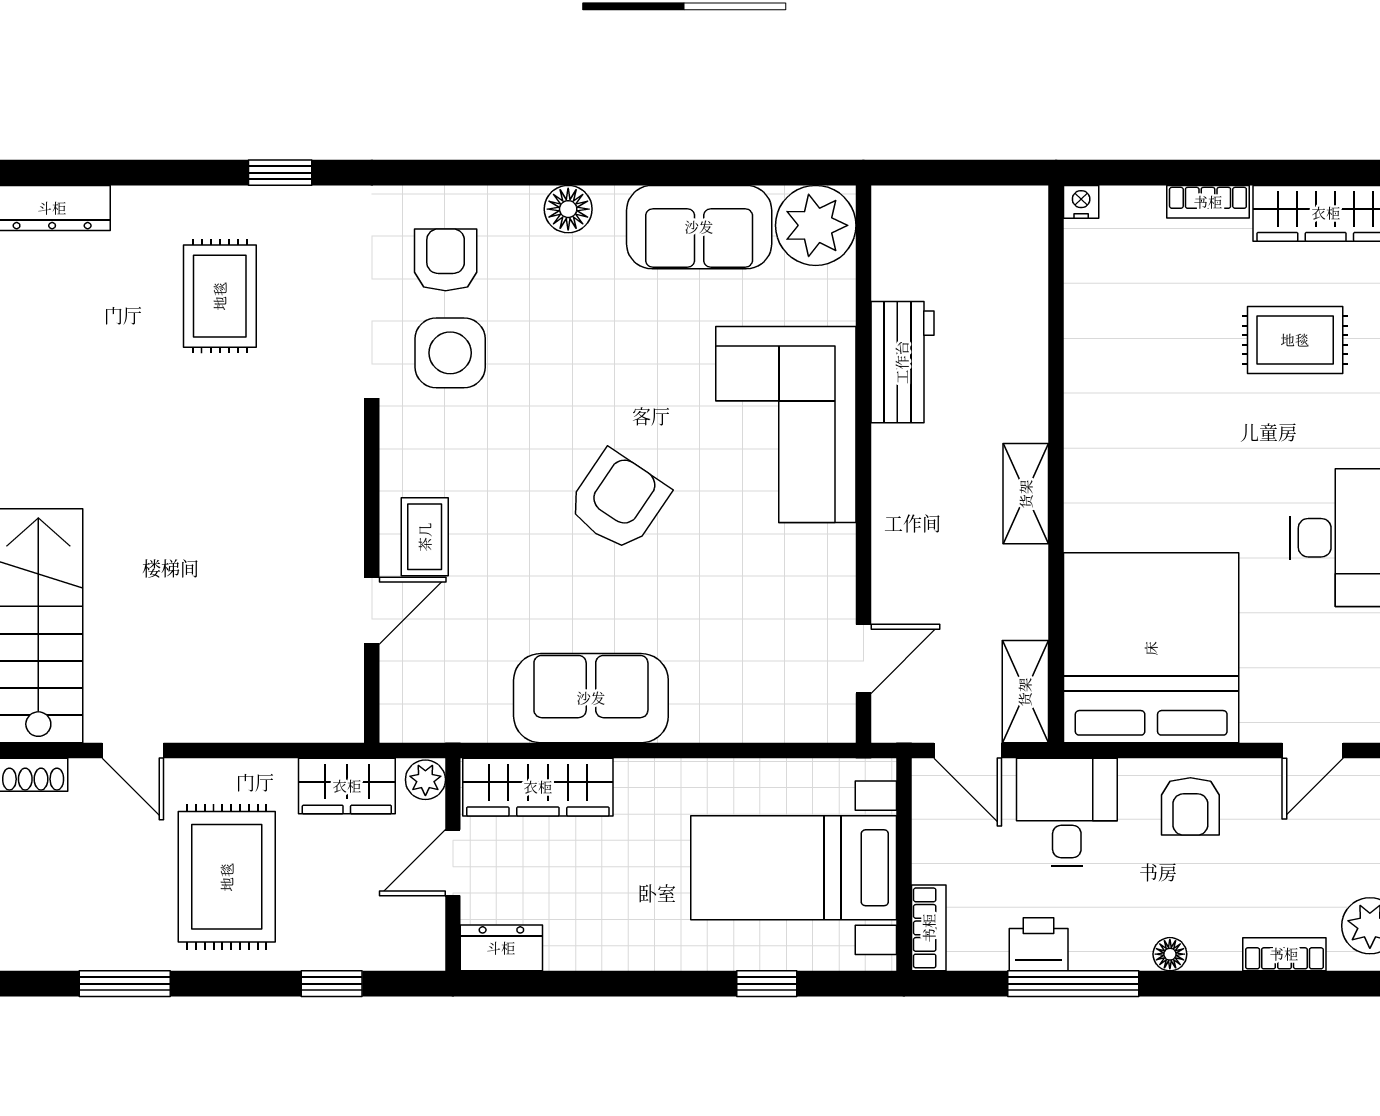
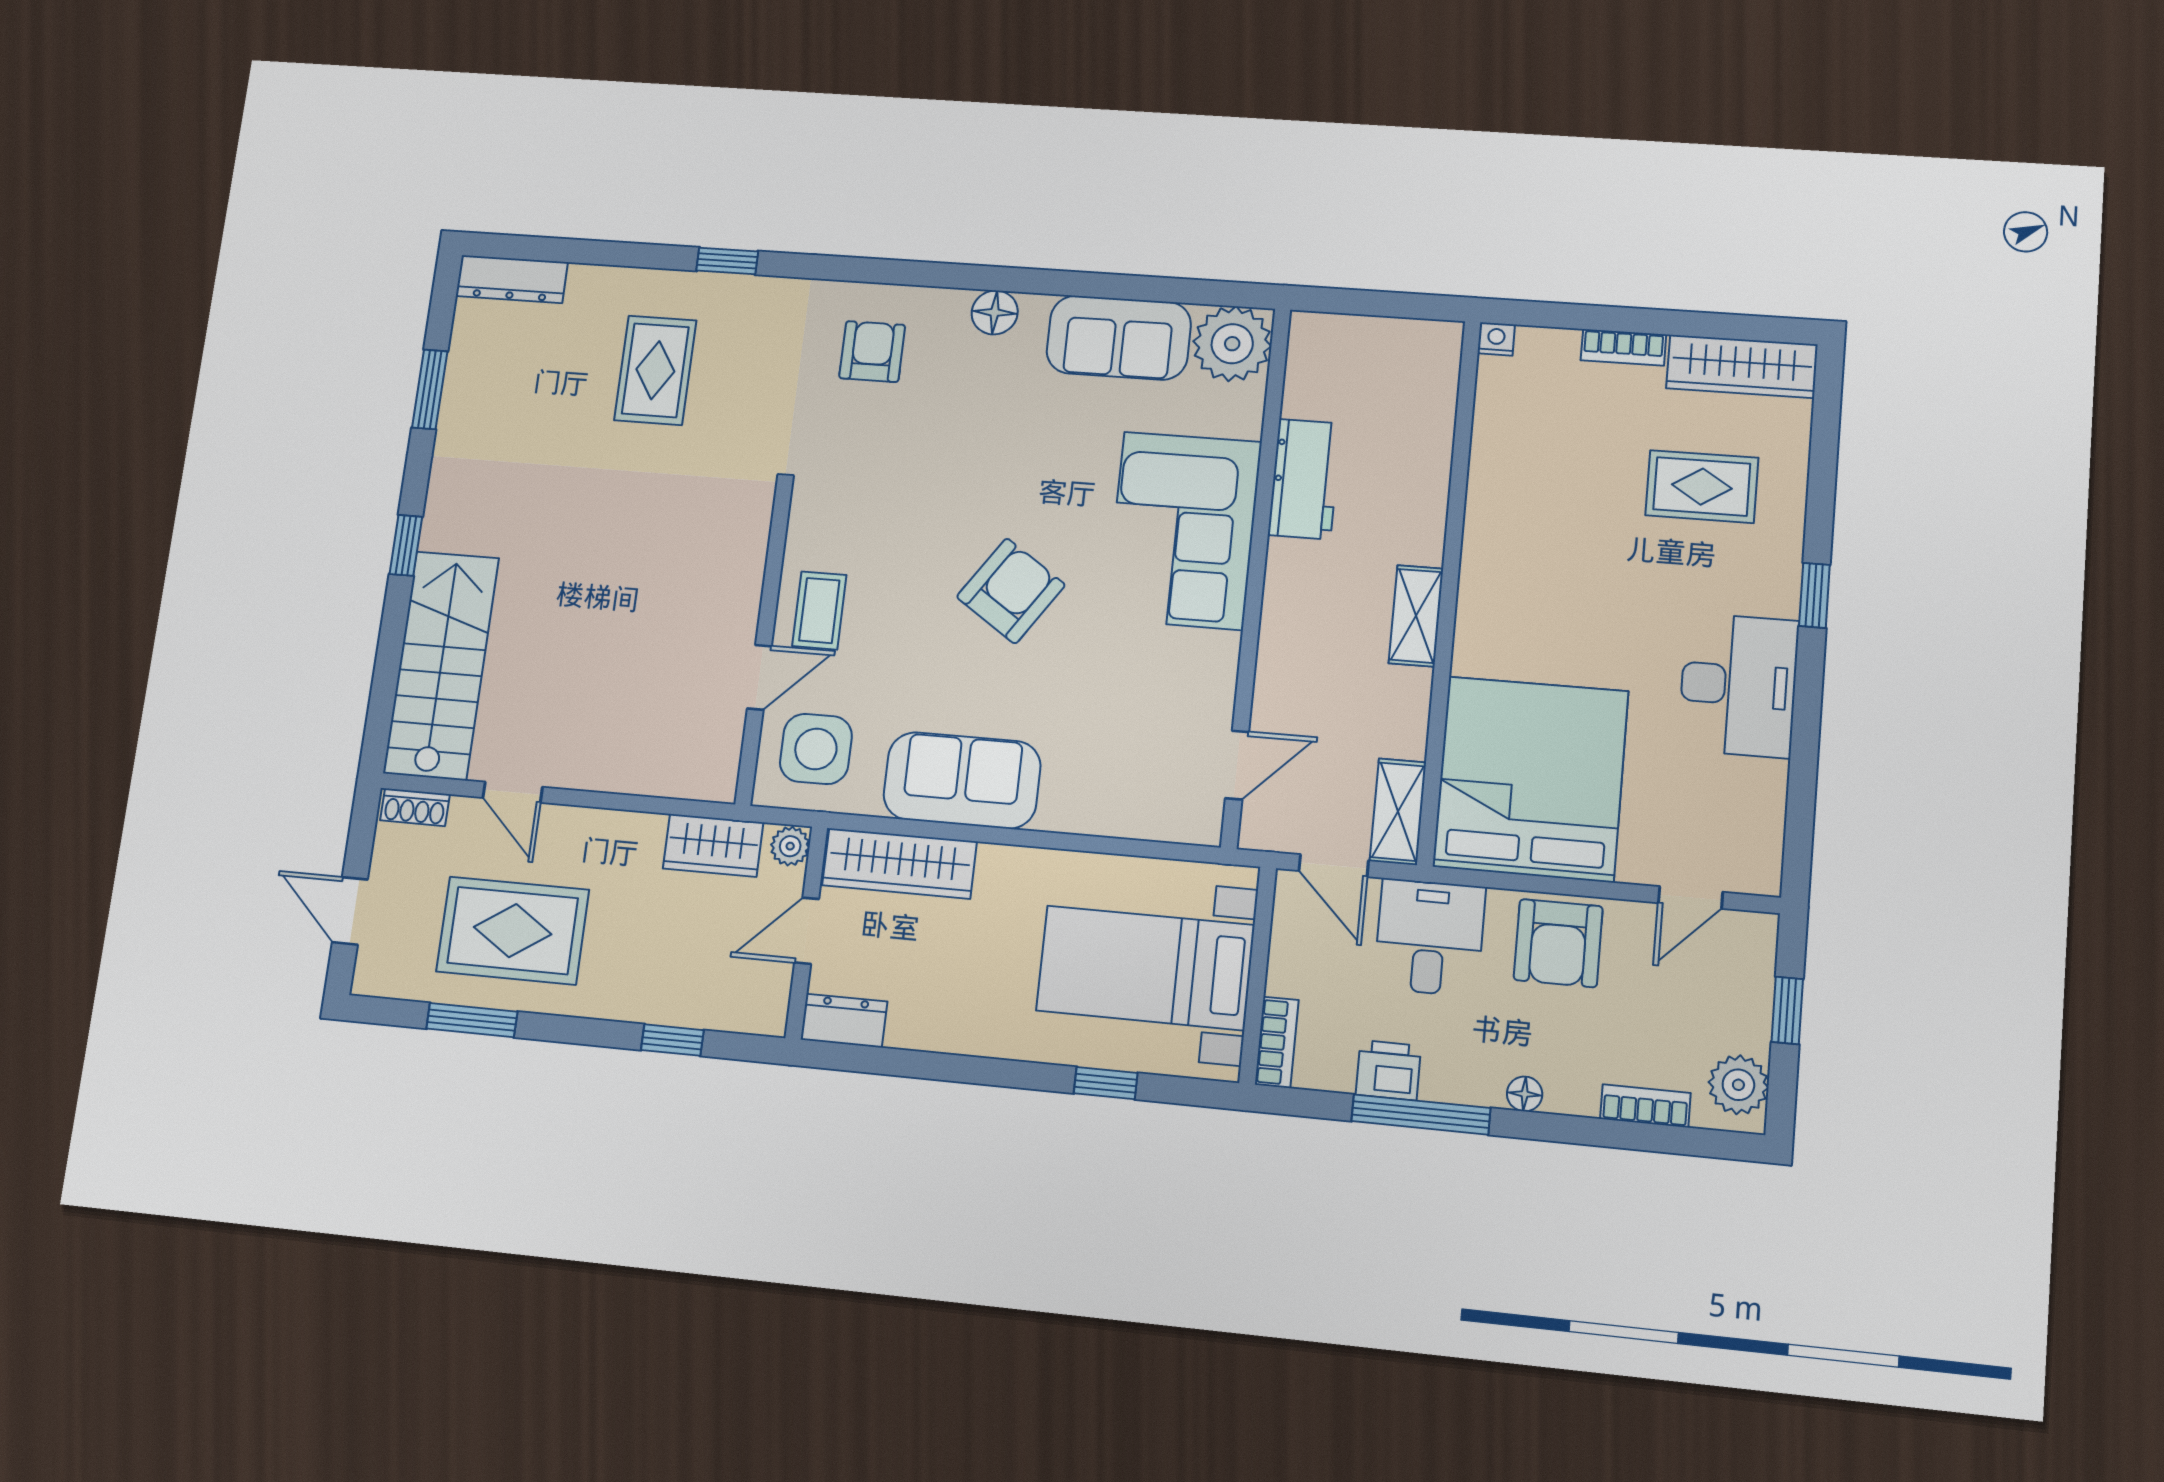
side table: (450, 353) -> (816, 749), moved
armchair: (1190, 806) -> (1558, 943), width x1.38, depth x1.38
rug: (227, 877) -> (513, 931), moved, turned 90

